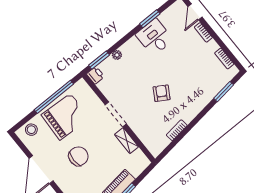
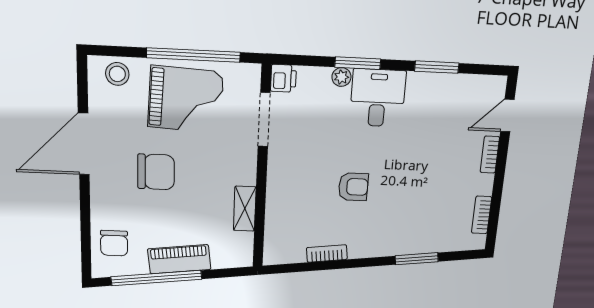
desk: (154, 37) -> (378, 98), moved
window: (99, 60) -> (358, 63), moved
window: (224, 92) -> (417, 259), moved
armchair: (162, 93) -> (353, 187), turned 59
doorway: (116, 114) -> (264, 120), moved

